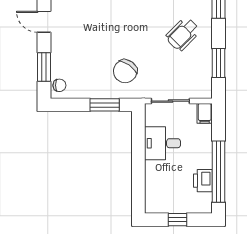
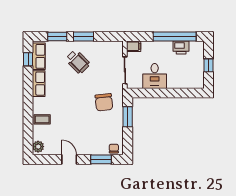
door: (44, 22) -> (69, 159), swing flipped
window: (218, 63) -> (84, 37), moved
chair: (125, 71) -> (104, 102), turned 49

